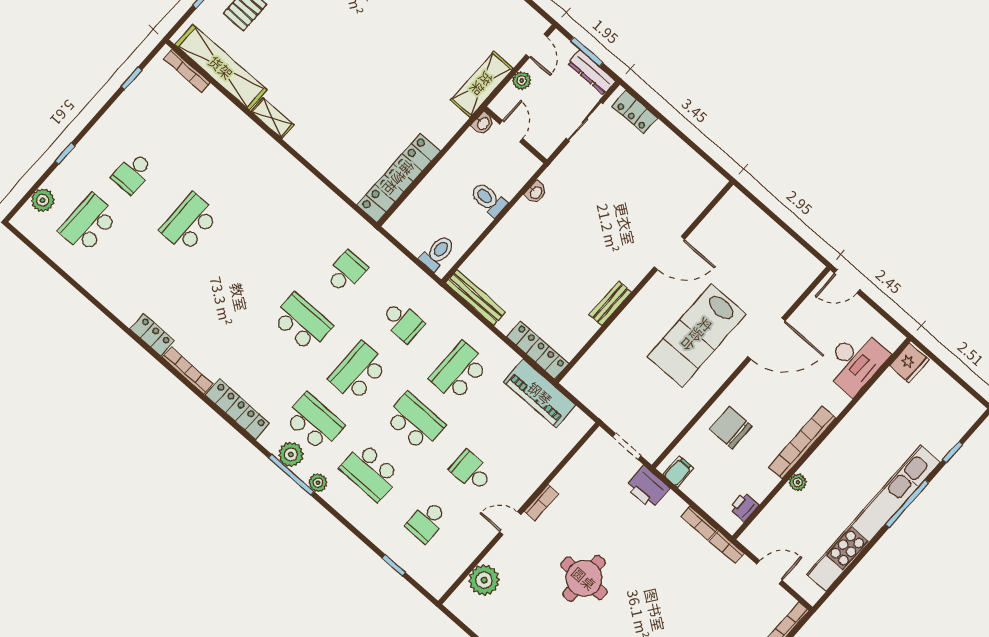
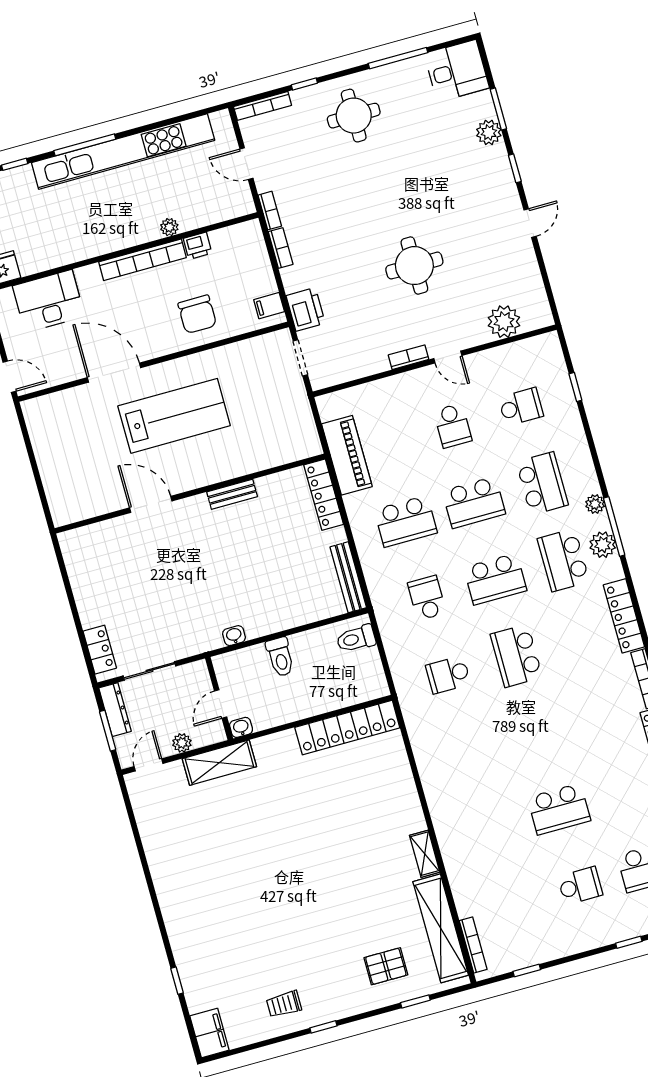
school desk: (415, 422) -> (474, 502), turned -90
printer: (744, 507) -> (198, 246), moved

